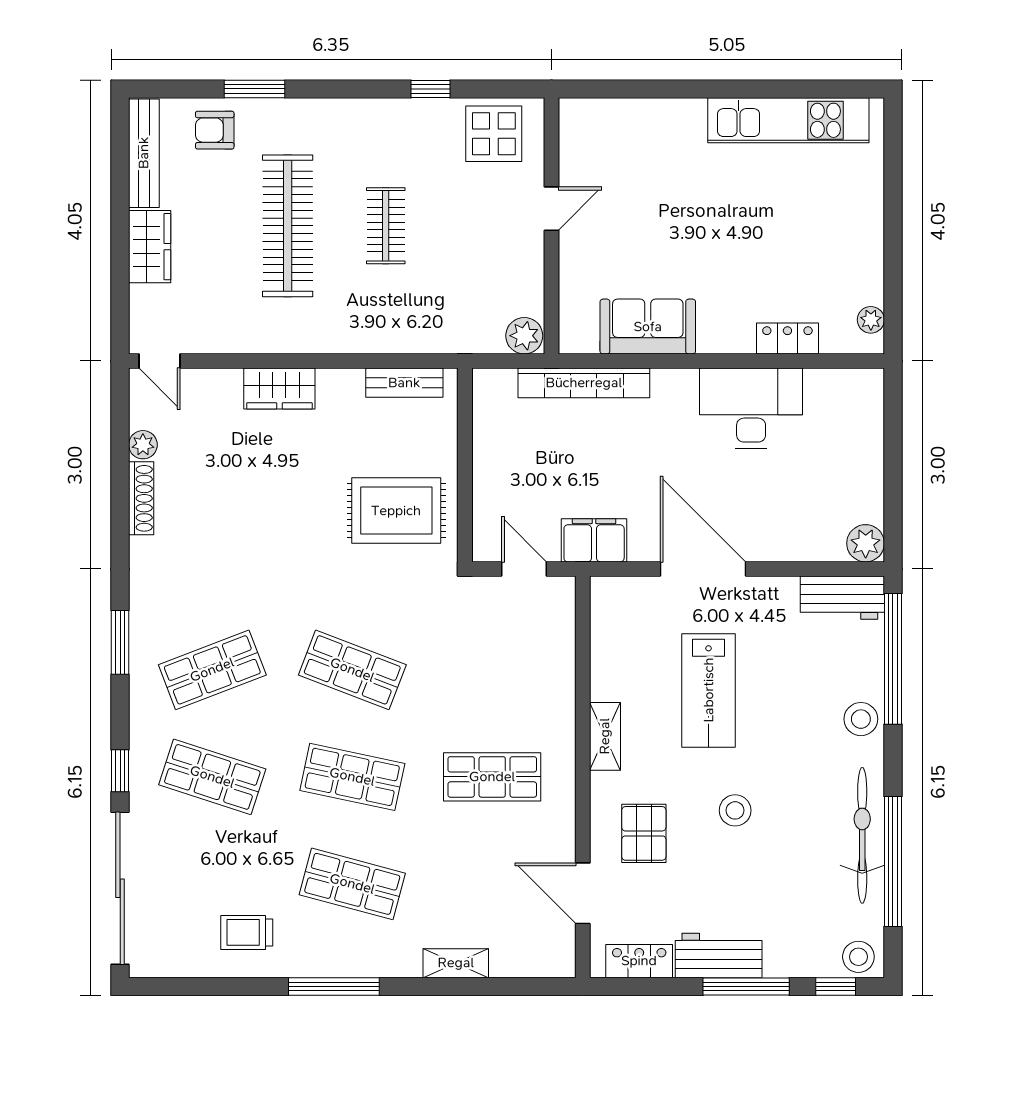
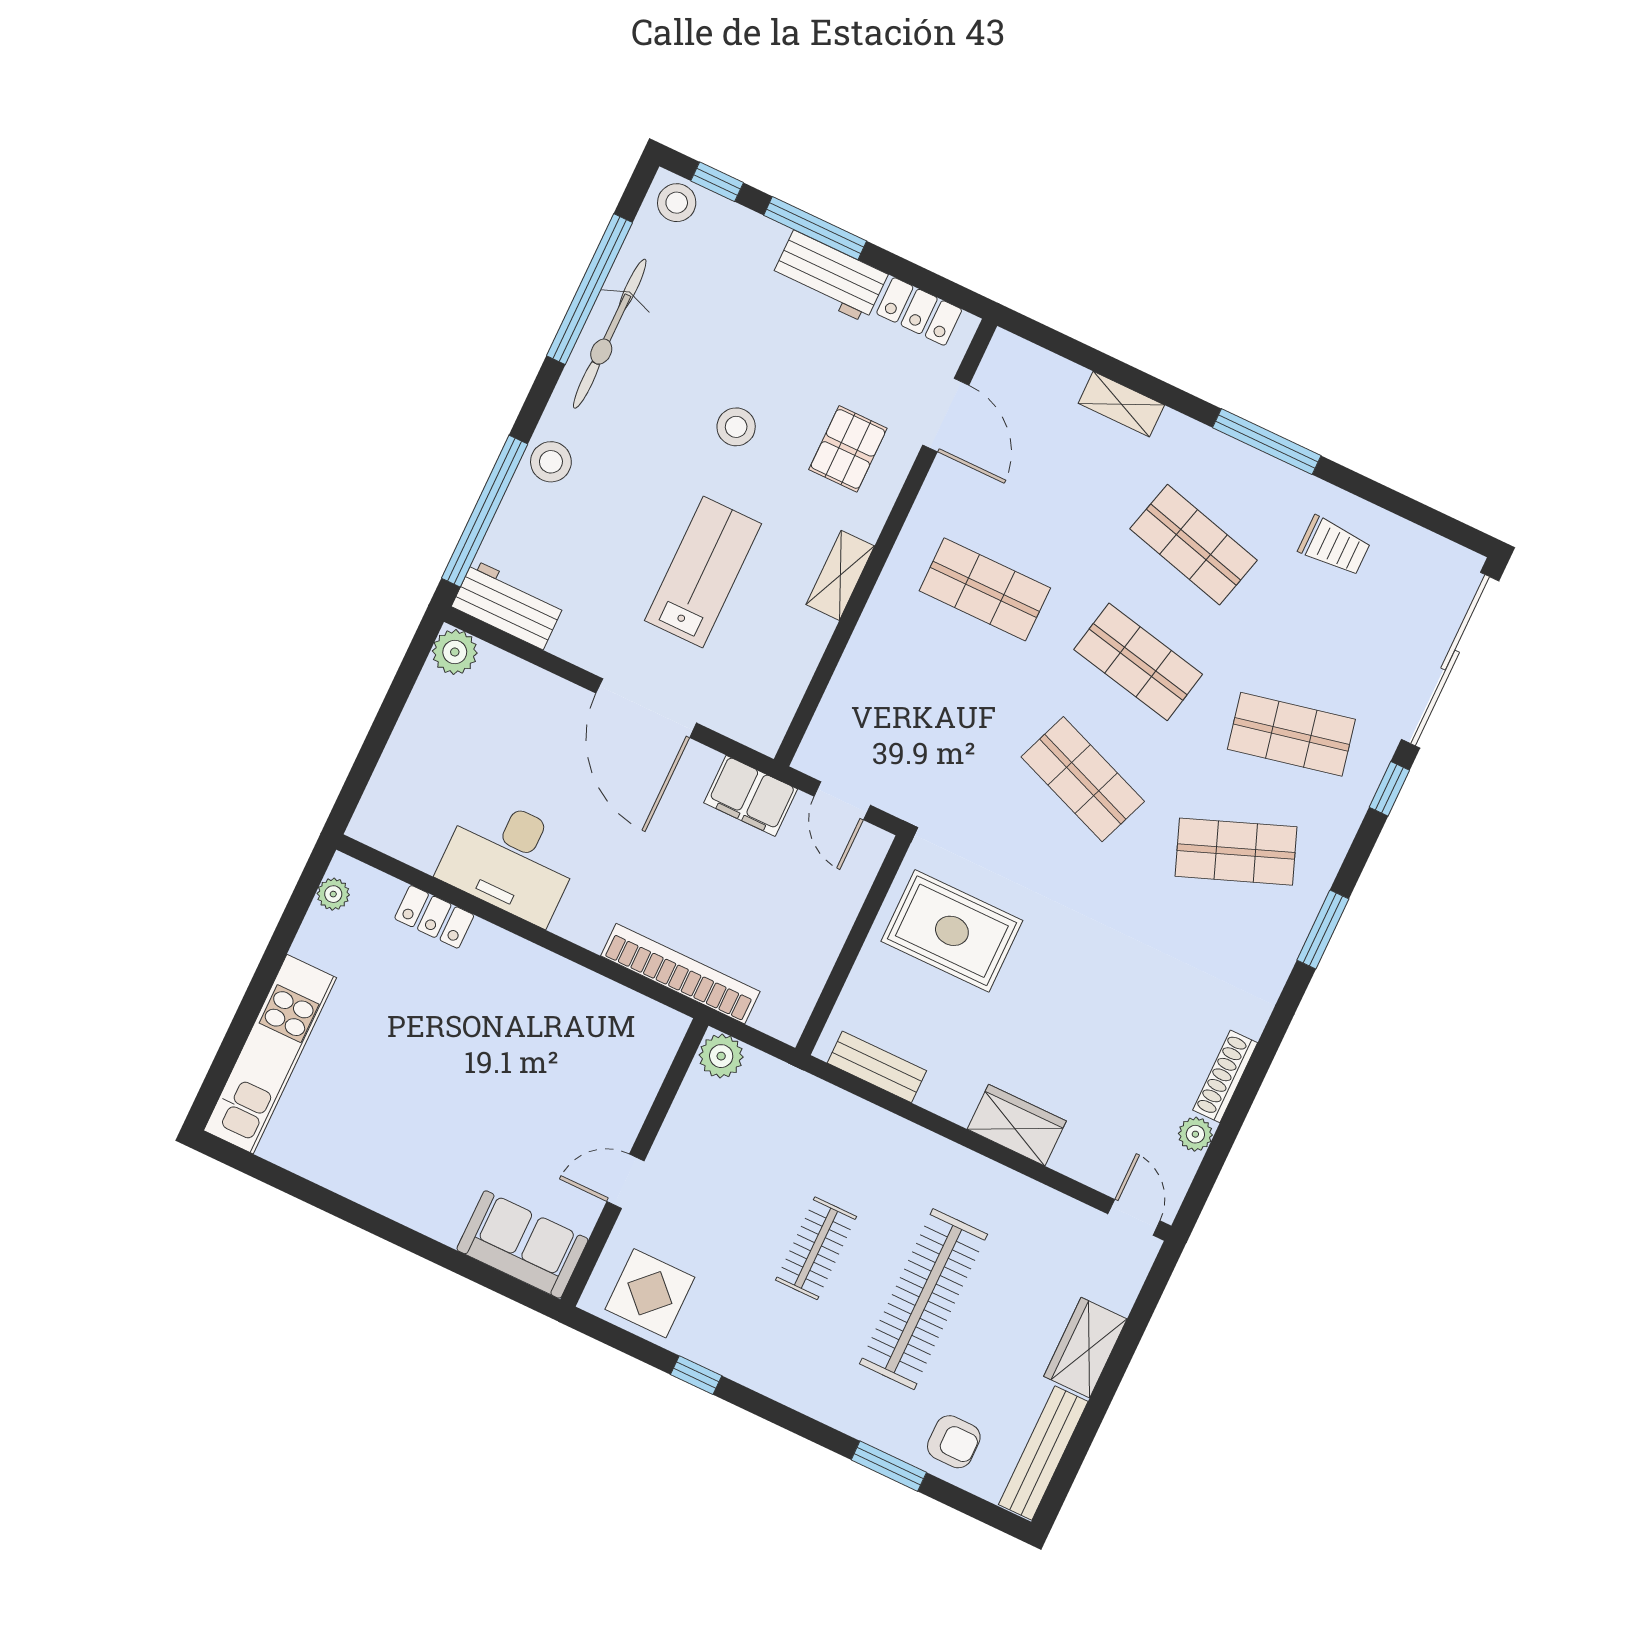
kitchen unit: (788, 120) -> (270, 1054), moved, turned 90
sofa: (648, 327) -> (522, 1244), moved, turned 180
shop shelf: (212, 777) -> (1291, 734), turned -30

